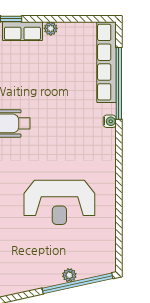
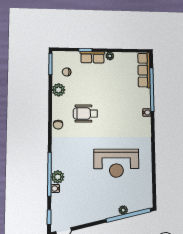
row of seats: (107, 62) -> (144, 70), width x0.73

